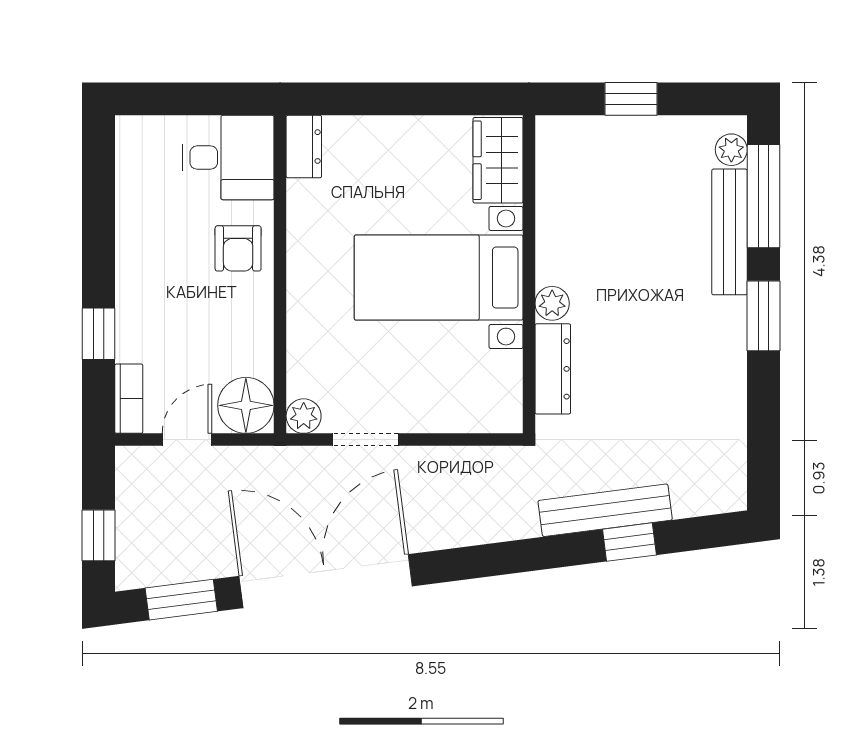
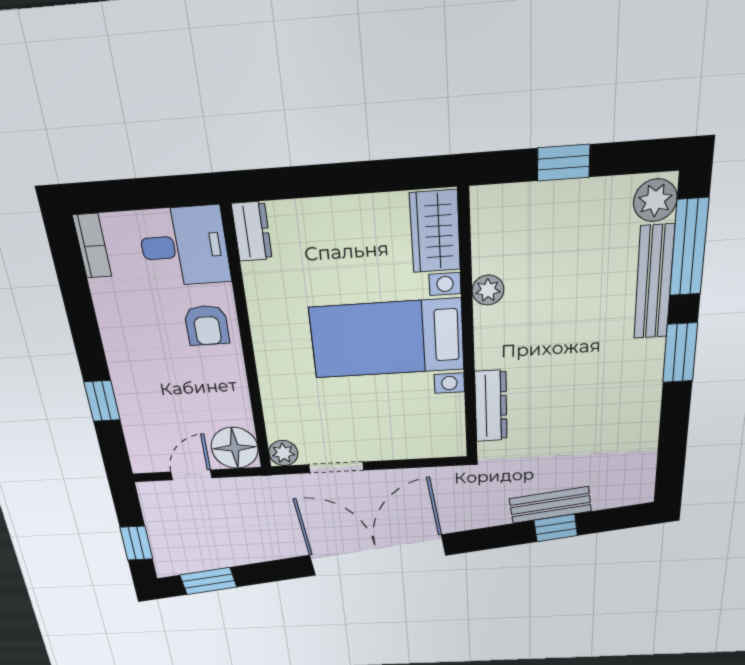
plant: (731, 150) -> (655, 200), width x1.38, depth x1.38
plant: (552, 303) -> (488, 290), moved
bookcase: (129, 399) -> (92, 246), moved
bench: (605, 510) -> (550, 505), width x0.73
double door: (326, 581) -> (377, 555), moved

